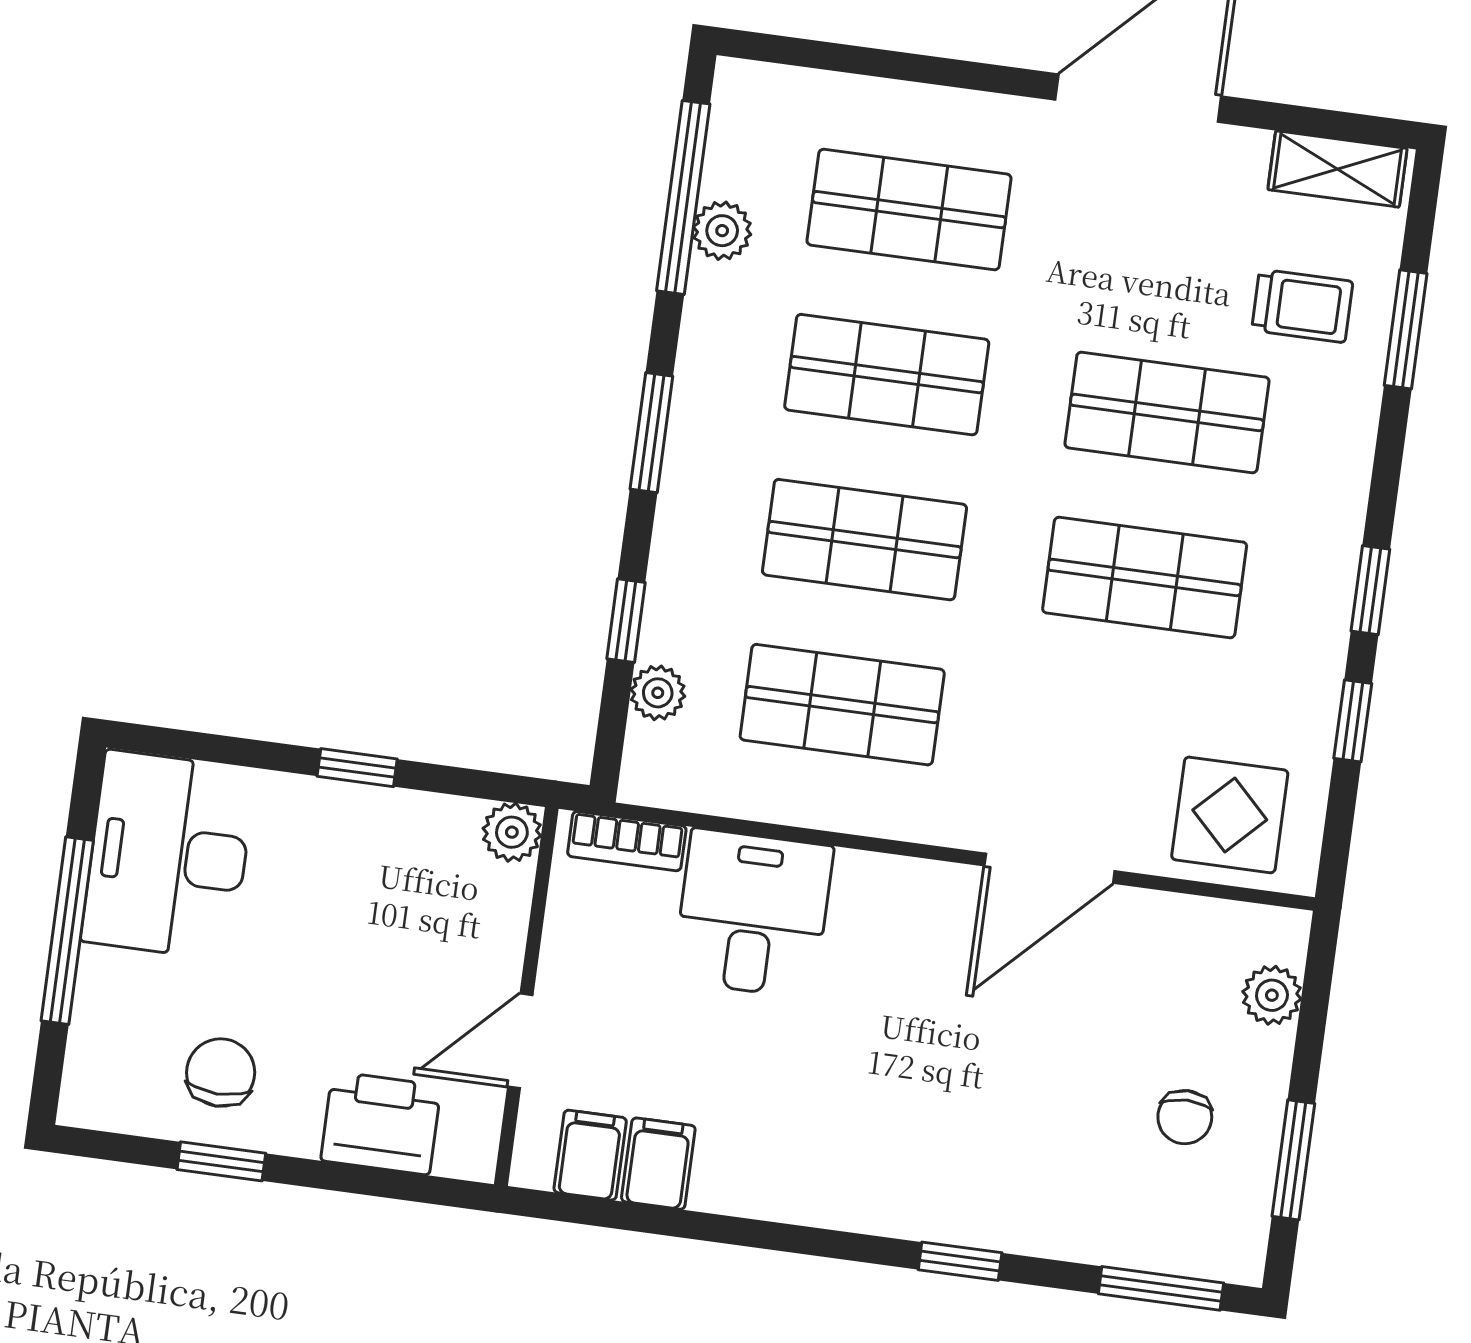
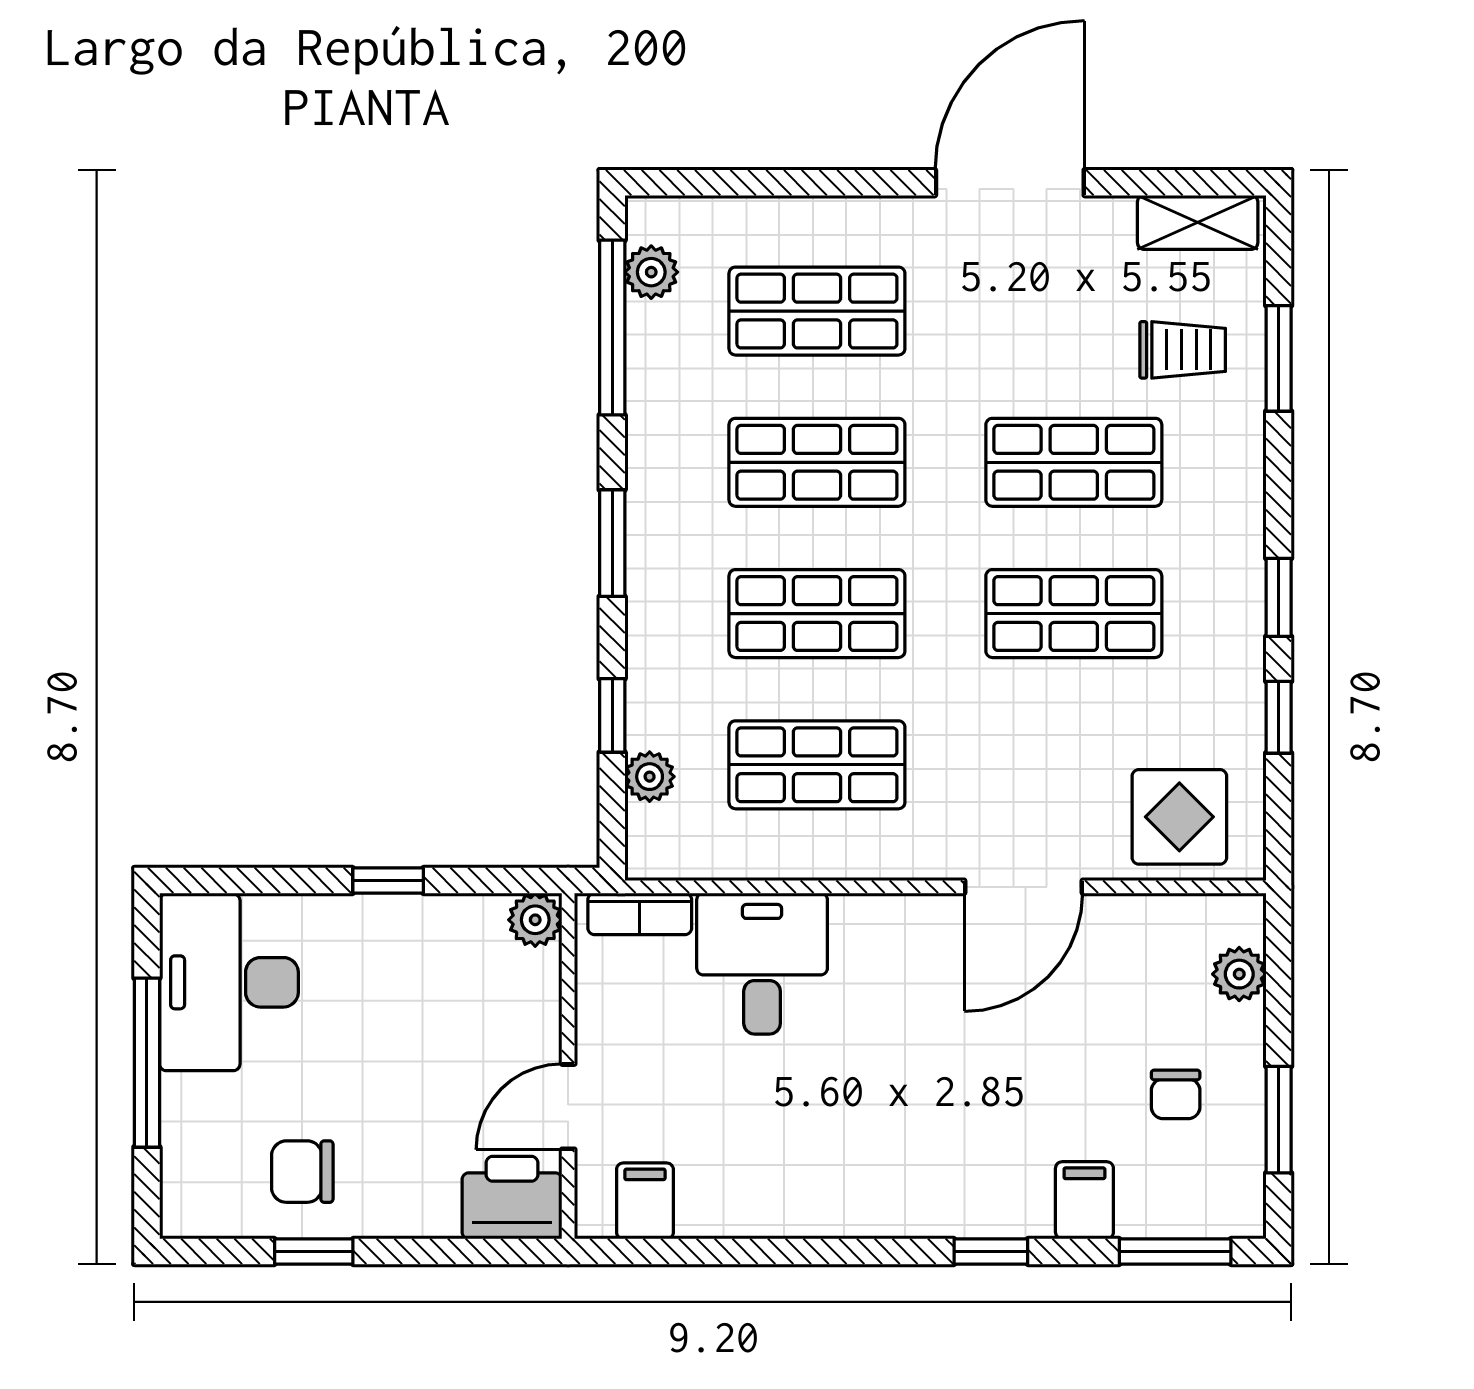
plant: (722, 231) -> (651, 272), moved
chair: (221, 1073) -> (302, 1172), turned -91
printer: (381, 1123) -> (512, 1198), moved
filing cabinet: (658, 1164) -> (1084, 1200), moved

